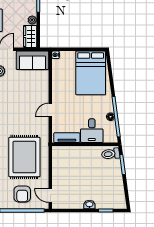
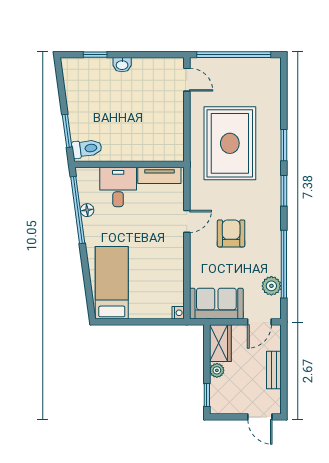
bed: (91, 73) -> (112, 283), width x0.67
armchair: (22, 194) -> (231, 233), moved

